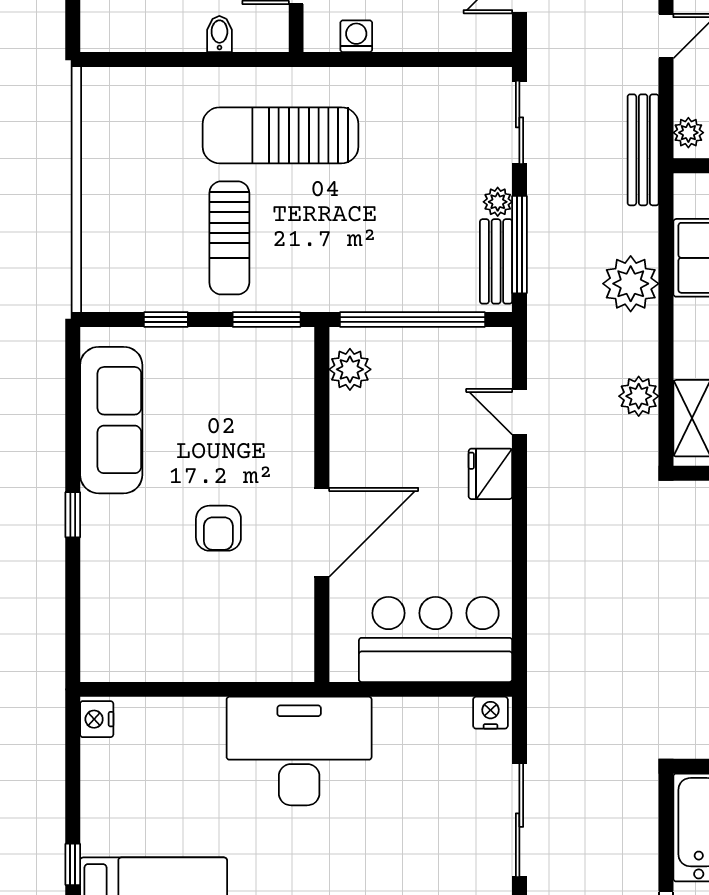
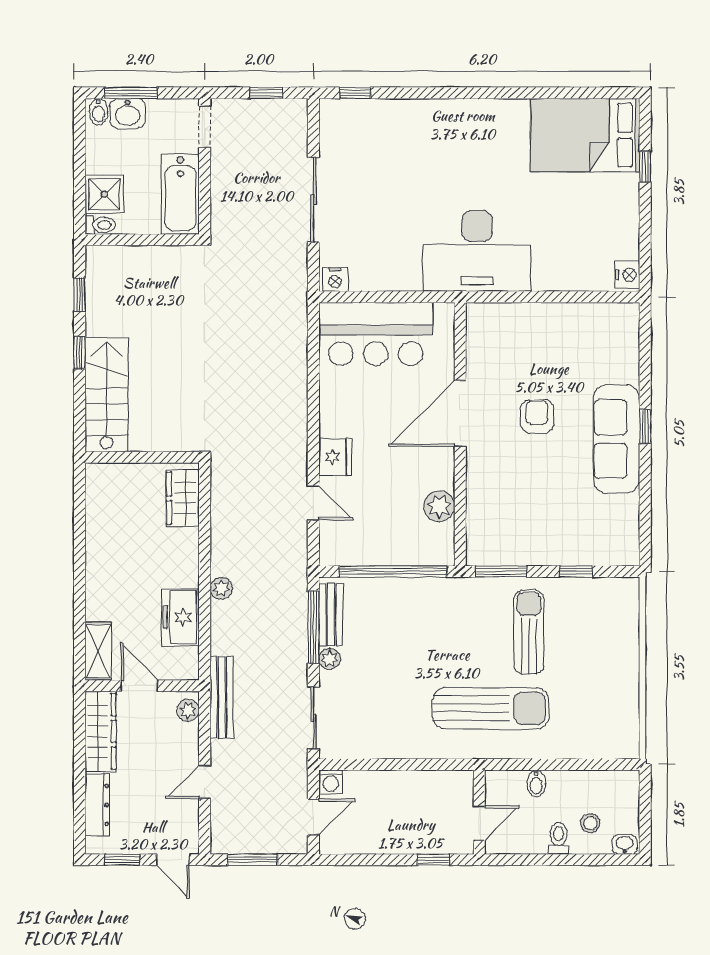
washing machine: (356, 36) -> (331, 782), moved
plant: (631, 284) -> (221, 588), width x0.53, depth x0.53
plant: (350, 369) -> (439, 506), moved
plant: (639, 396) -> (225, 515), removed
sofa: (111, 420) -> (617, 439), moved

